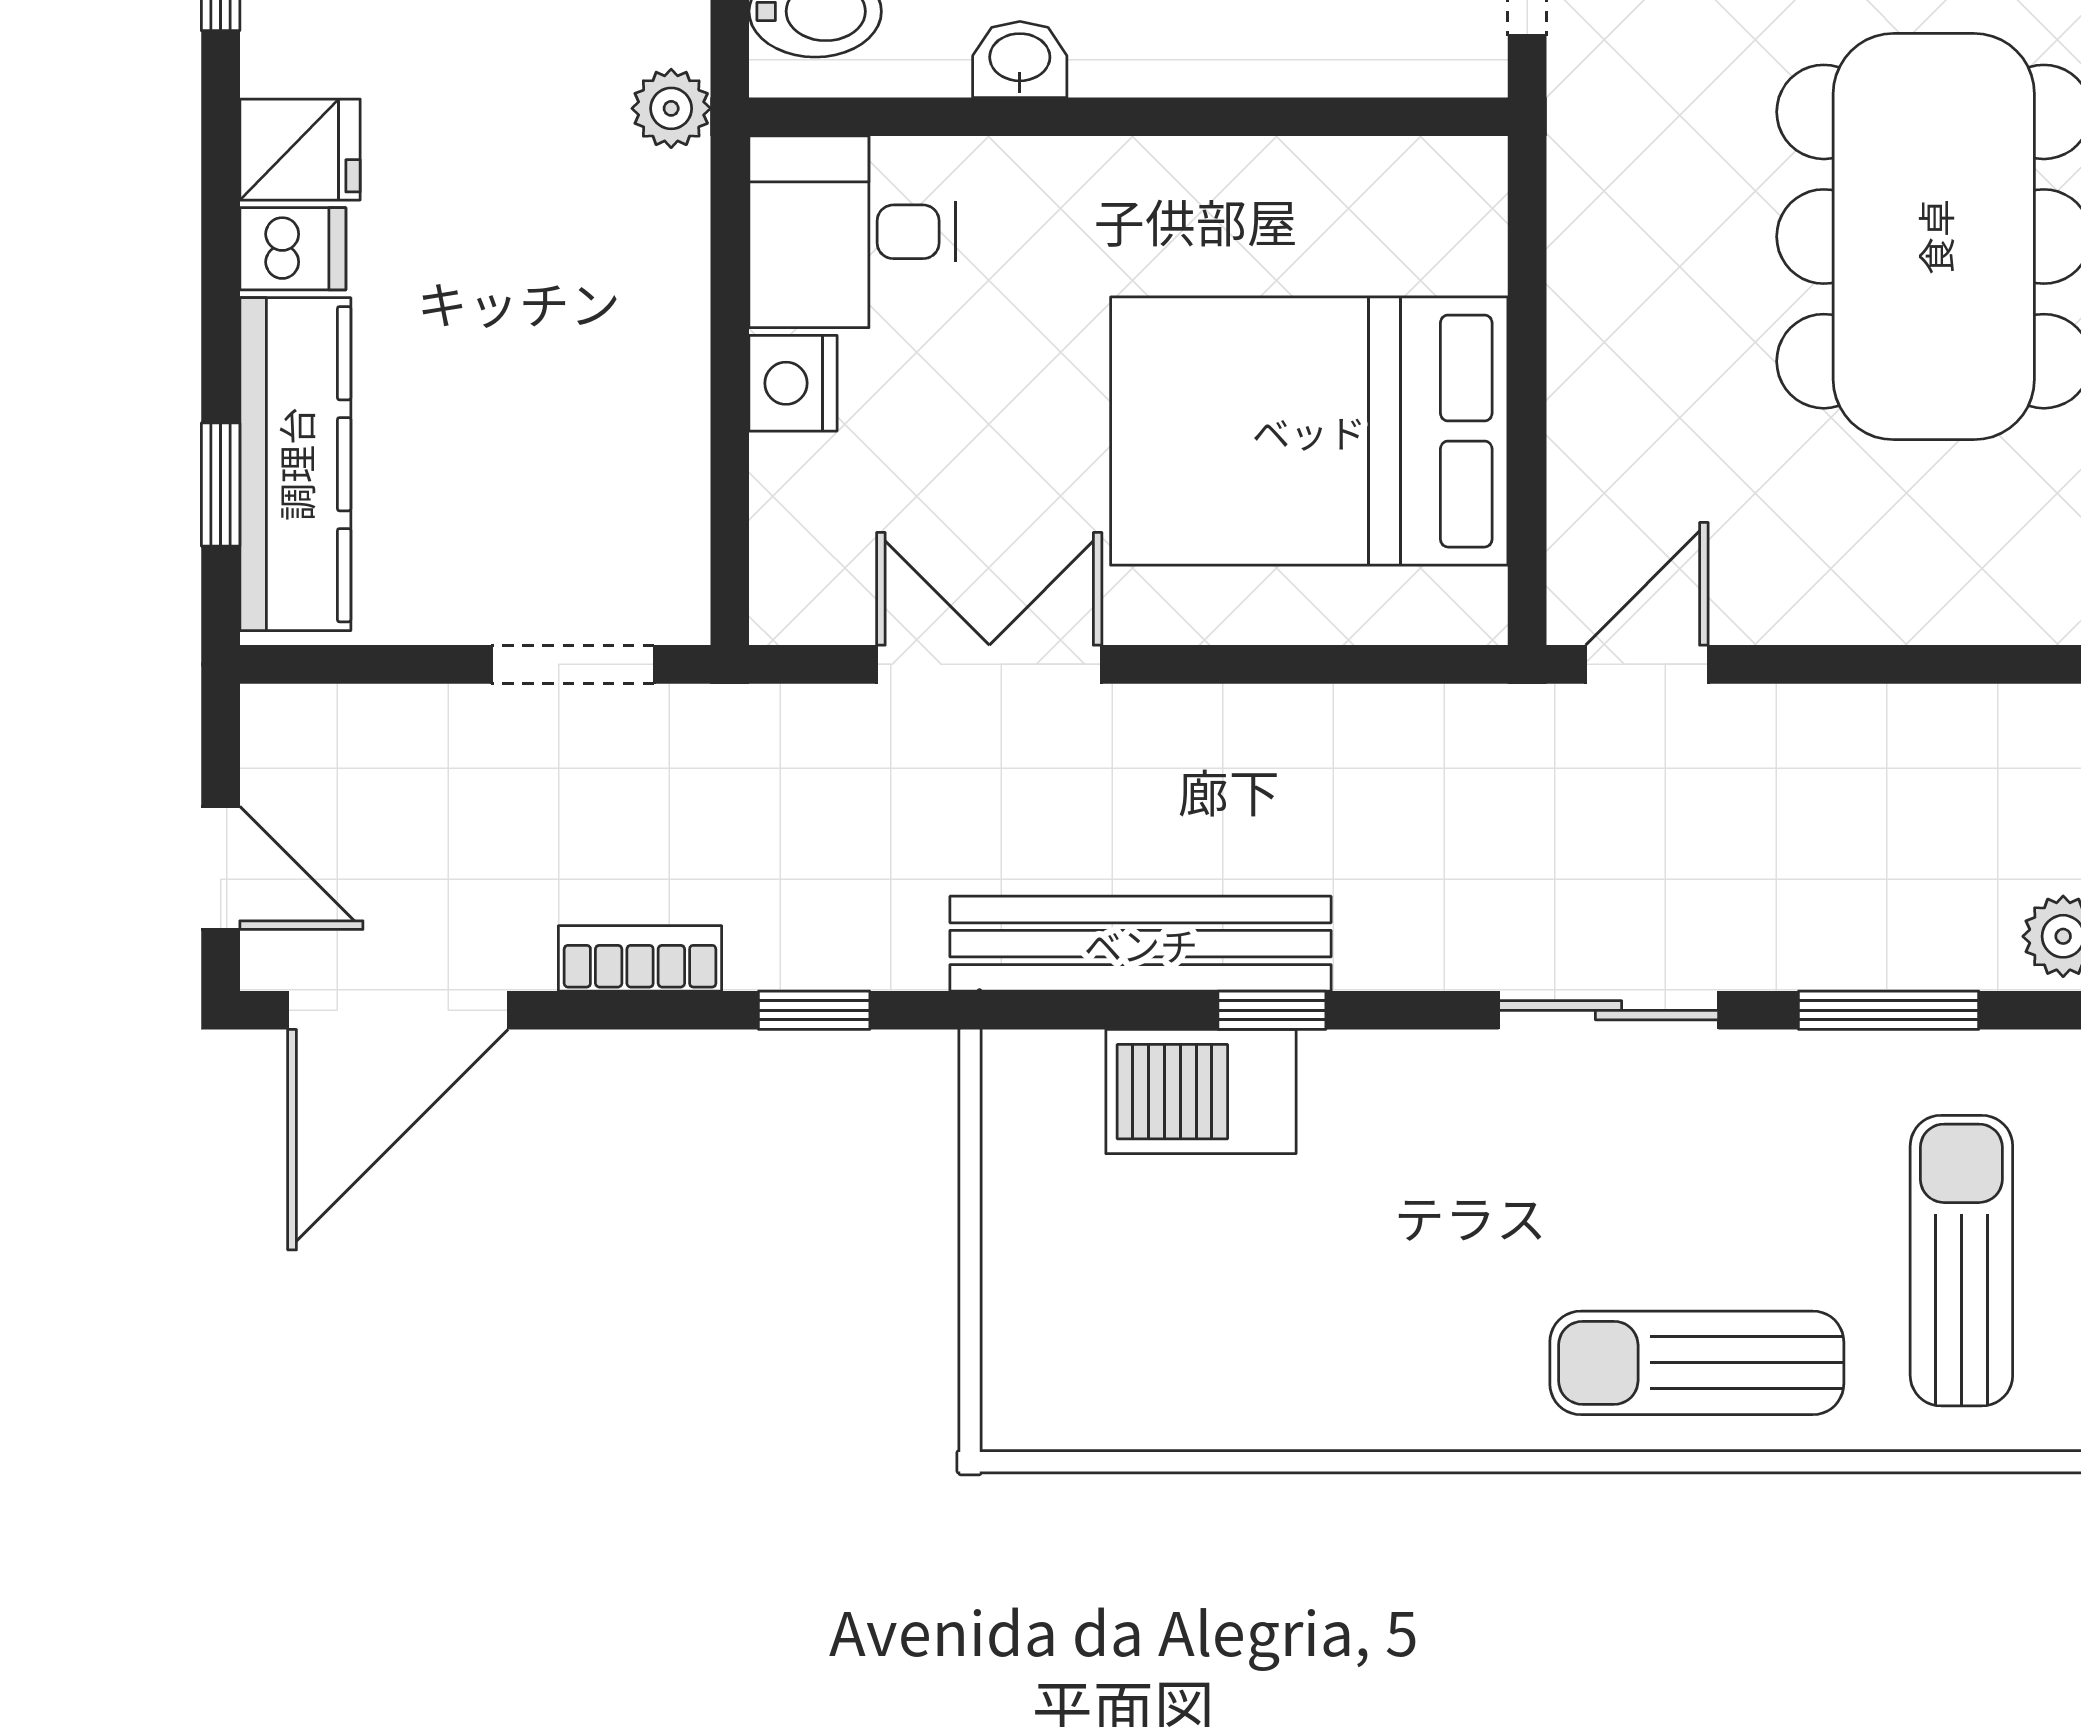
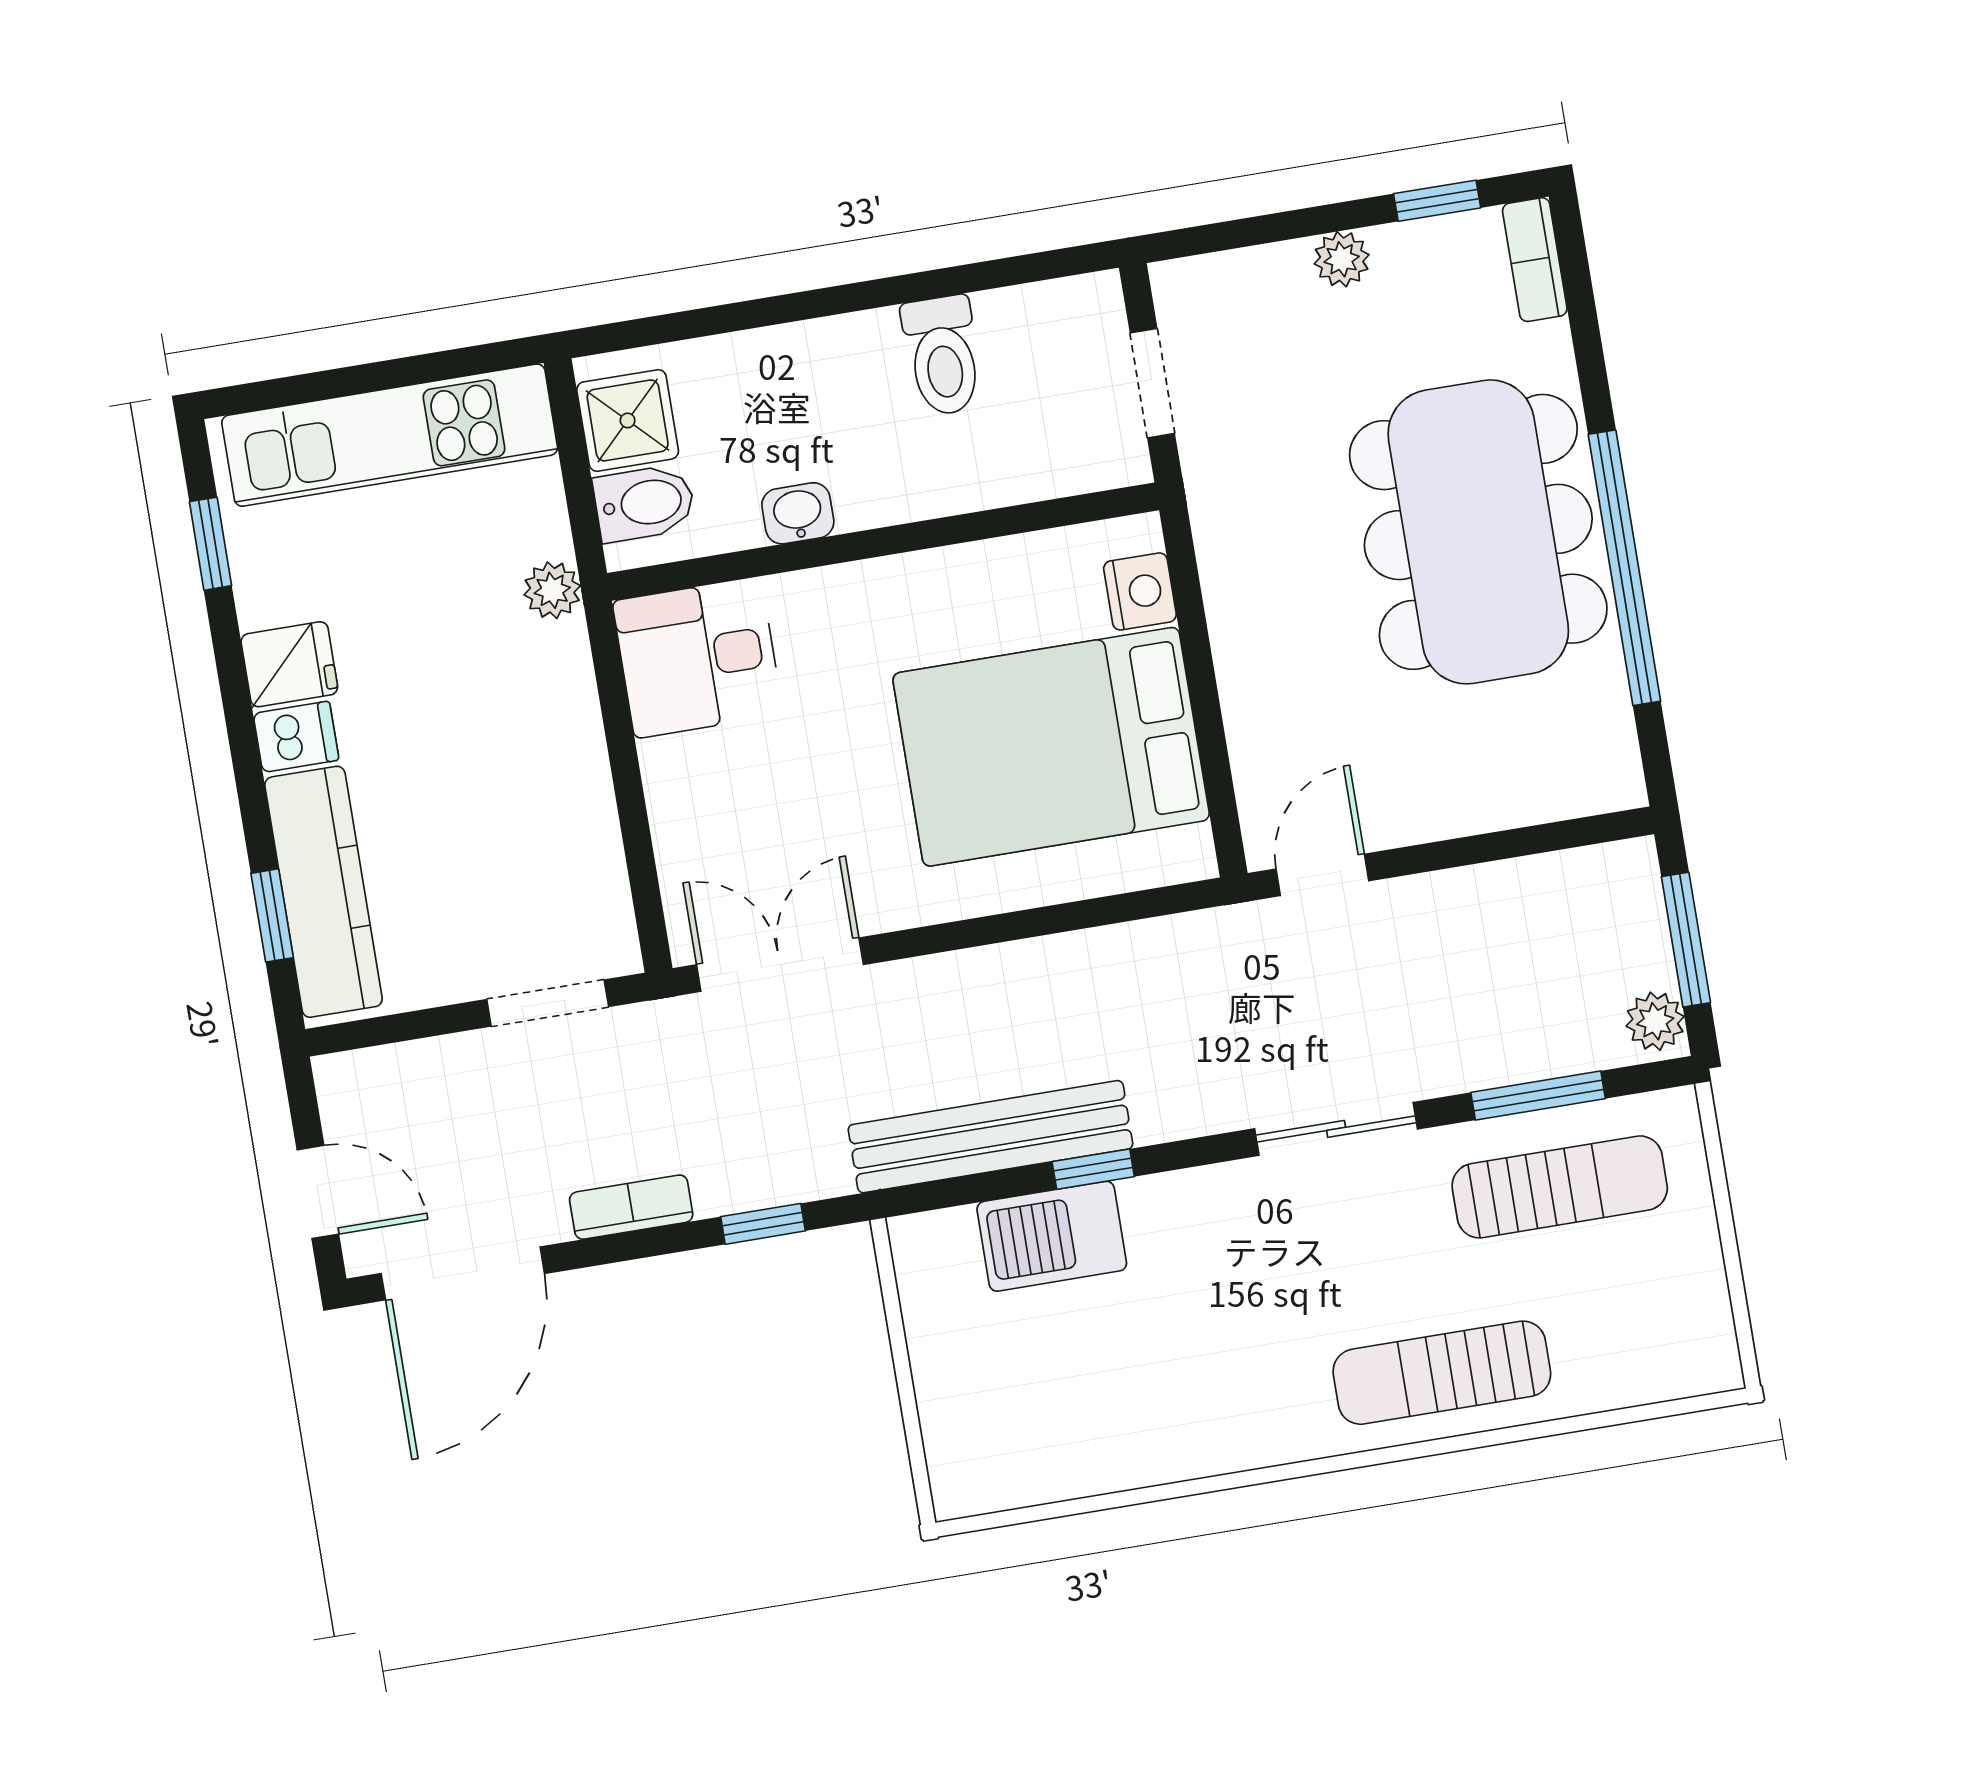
nightstand: (793, 383) -> (1140, 592), moved, turned 180
double door: (989, 664) -> (780, 965), moved
sun lounger: (1961, 1261) -> (1560, 1187), moved, turned 90

